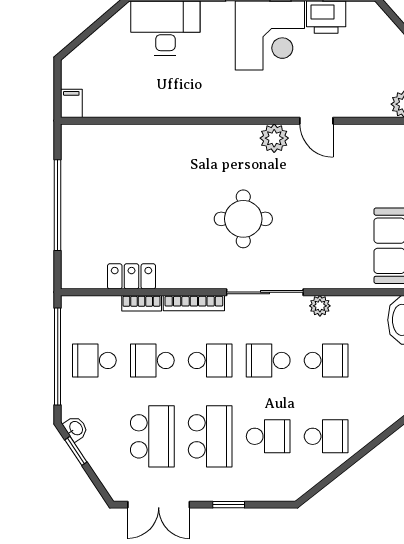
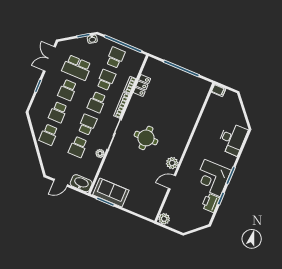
school desk: (210, 436) -> (67, 90), width x0.54

